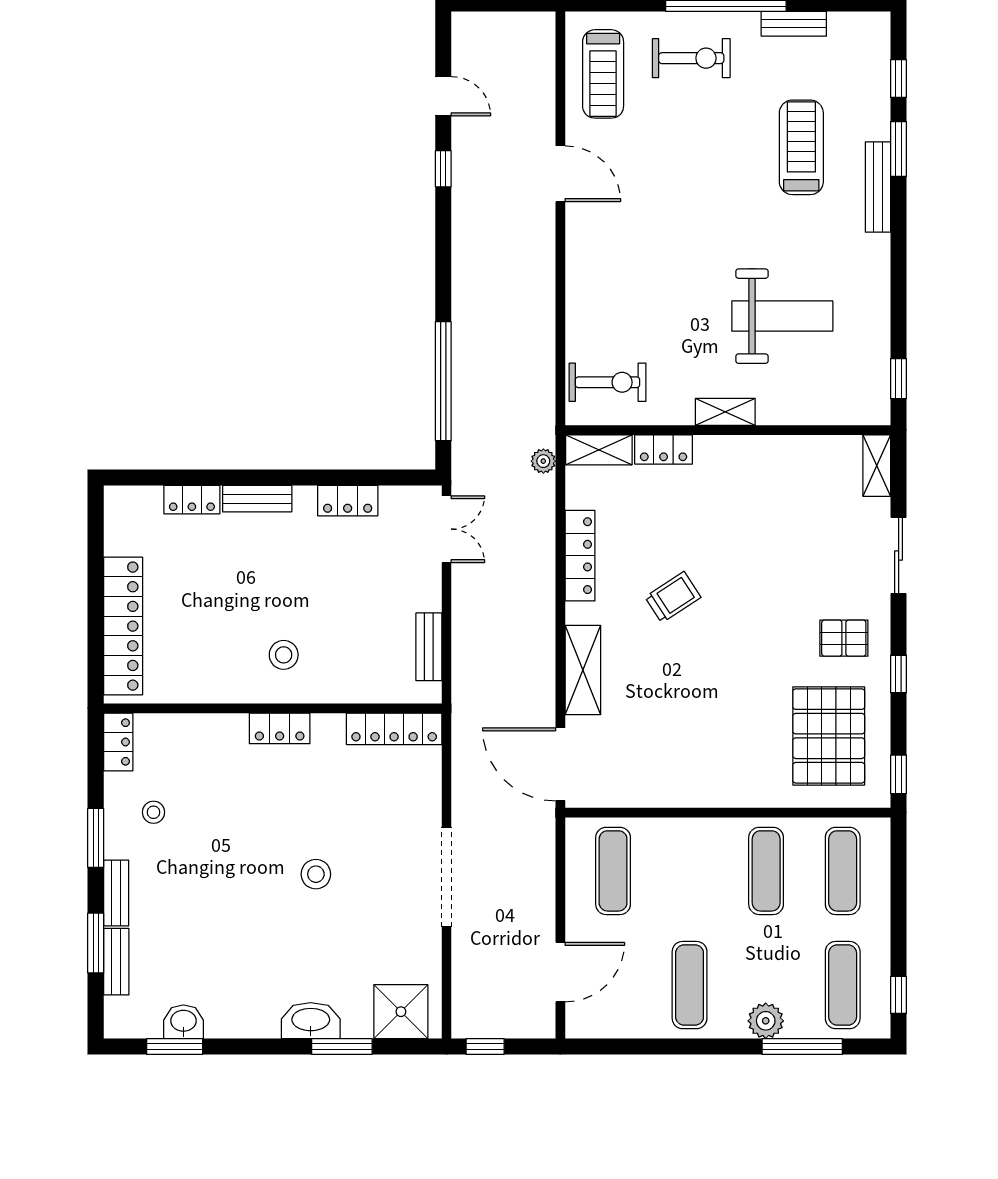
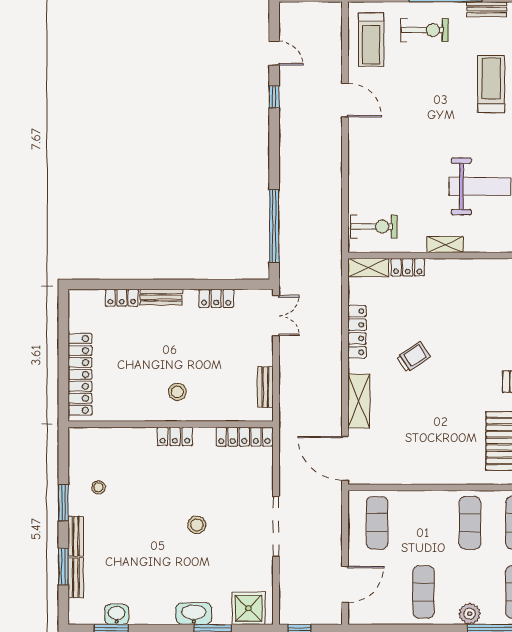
plant: (543, 461) -> (335, 274), removed
locker: (118, 742) -> (77, 445), removed

